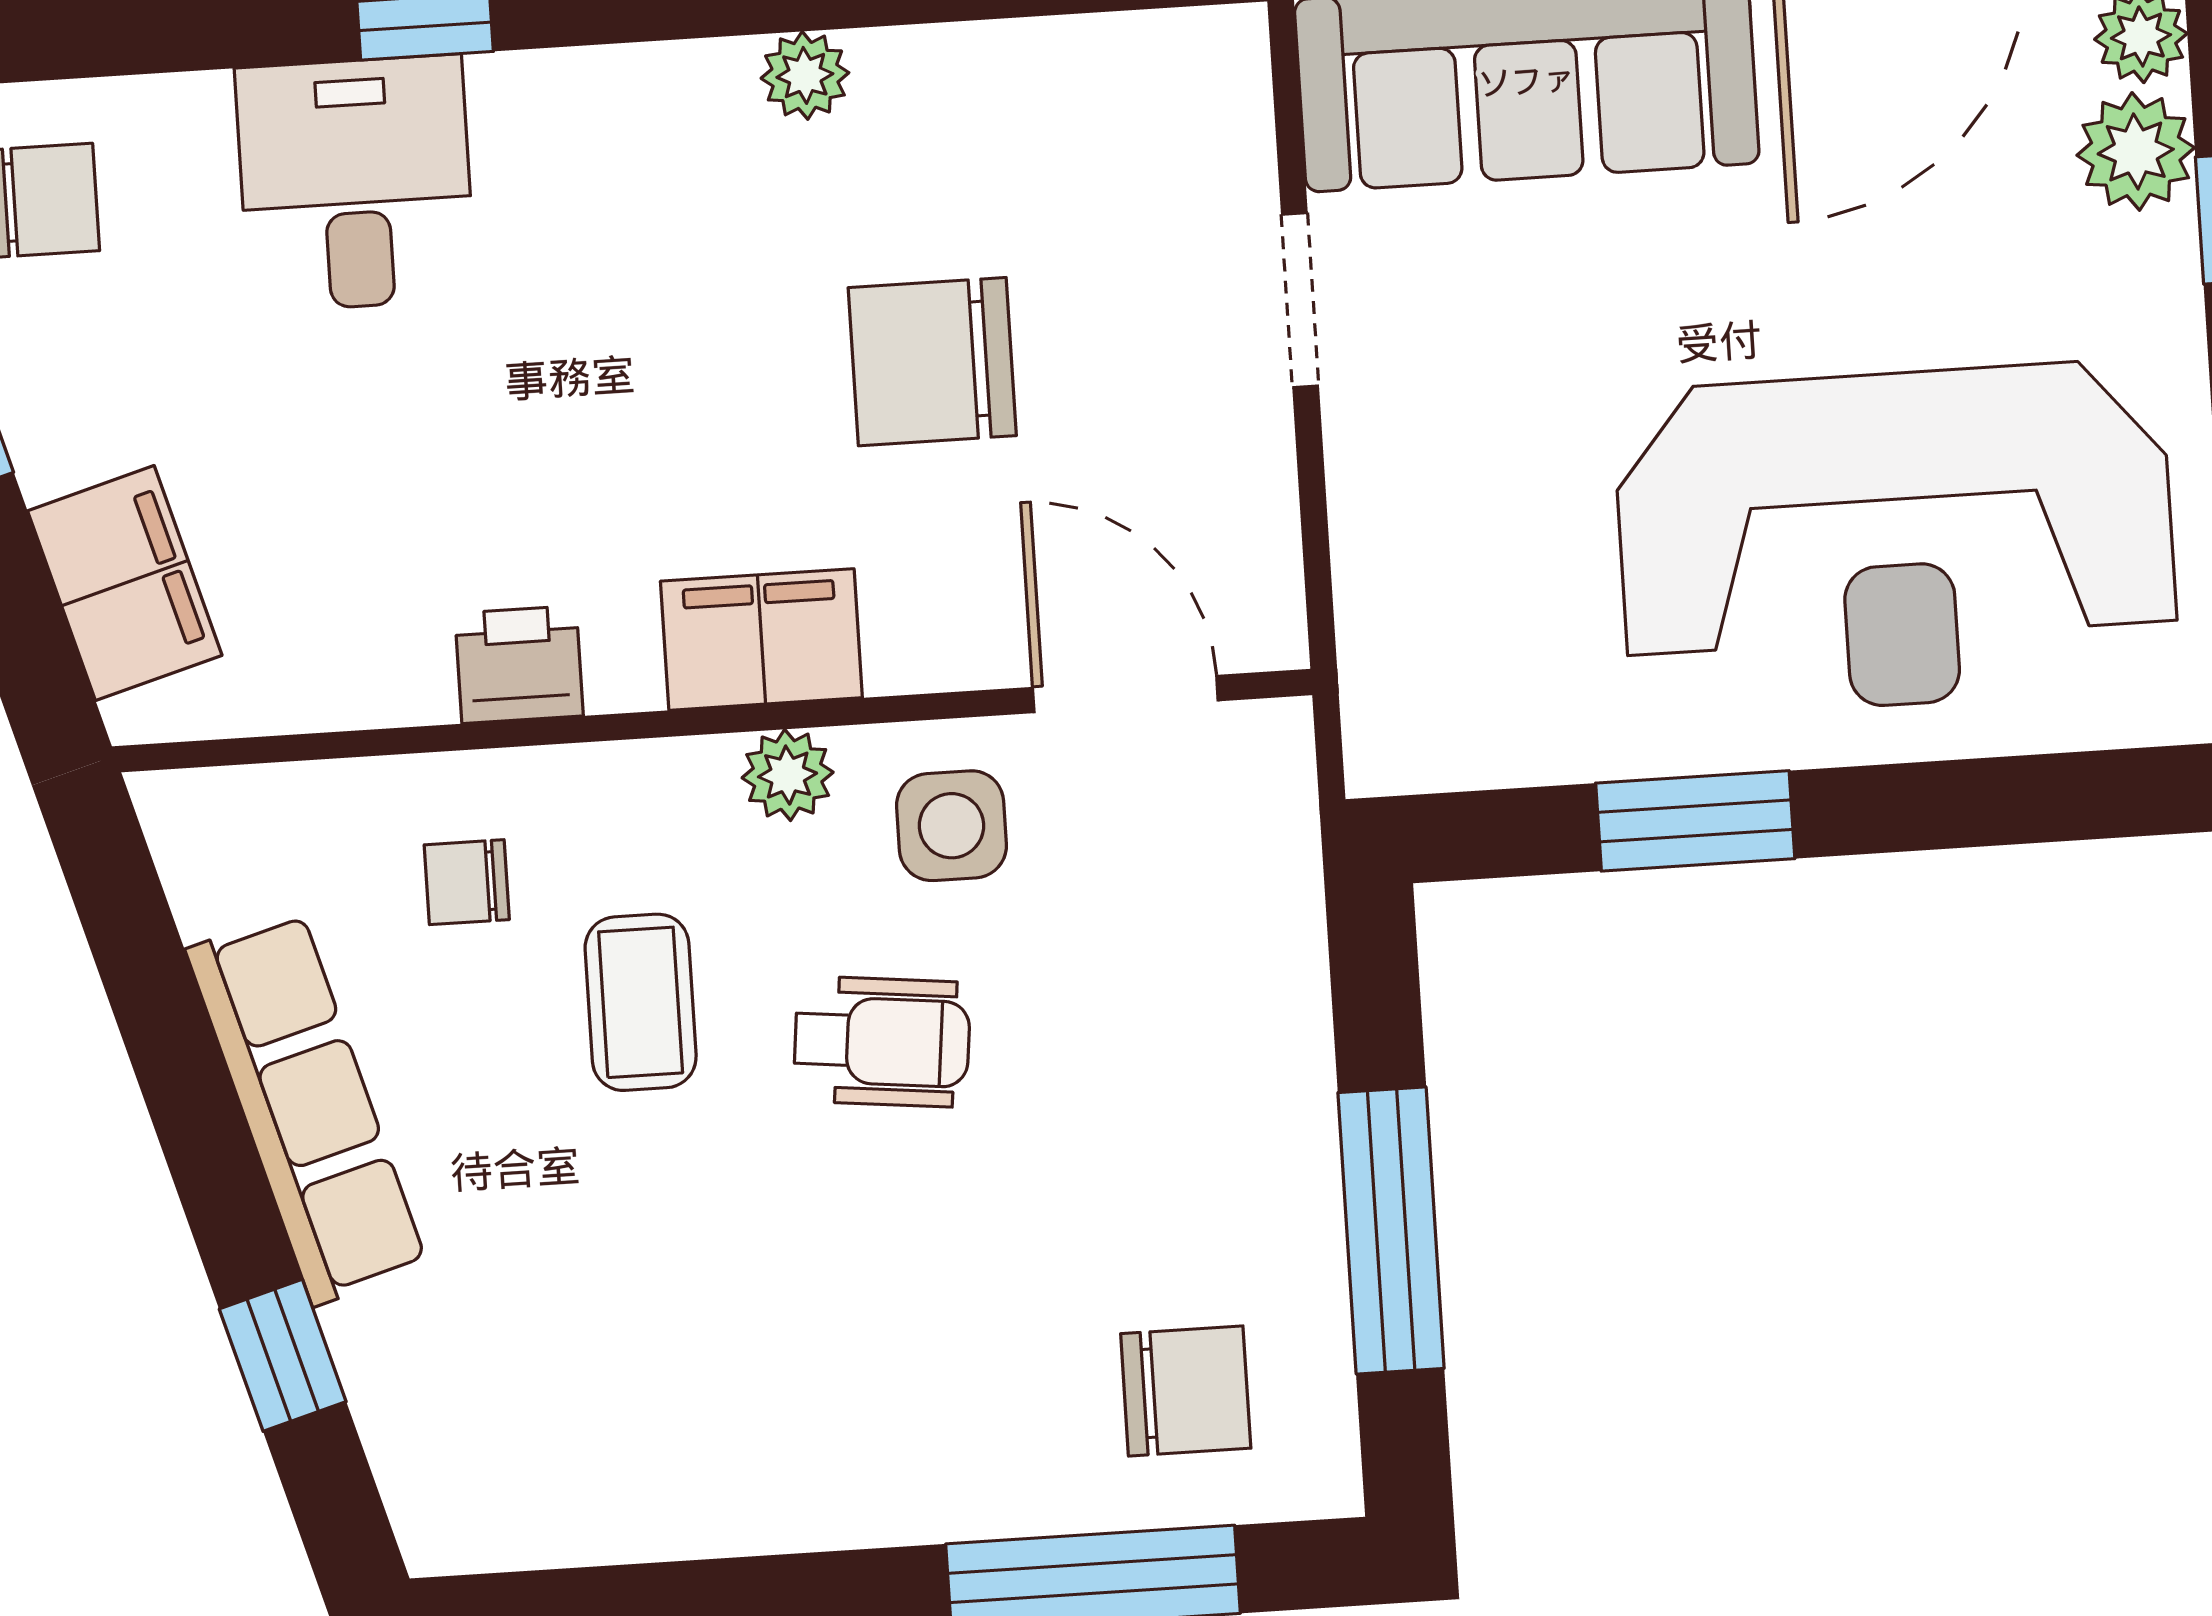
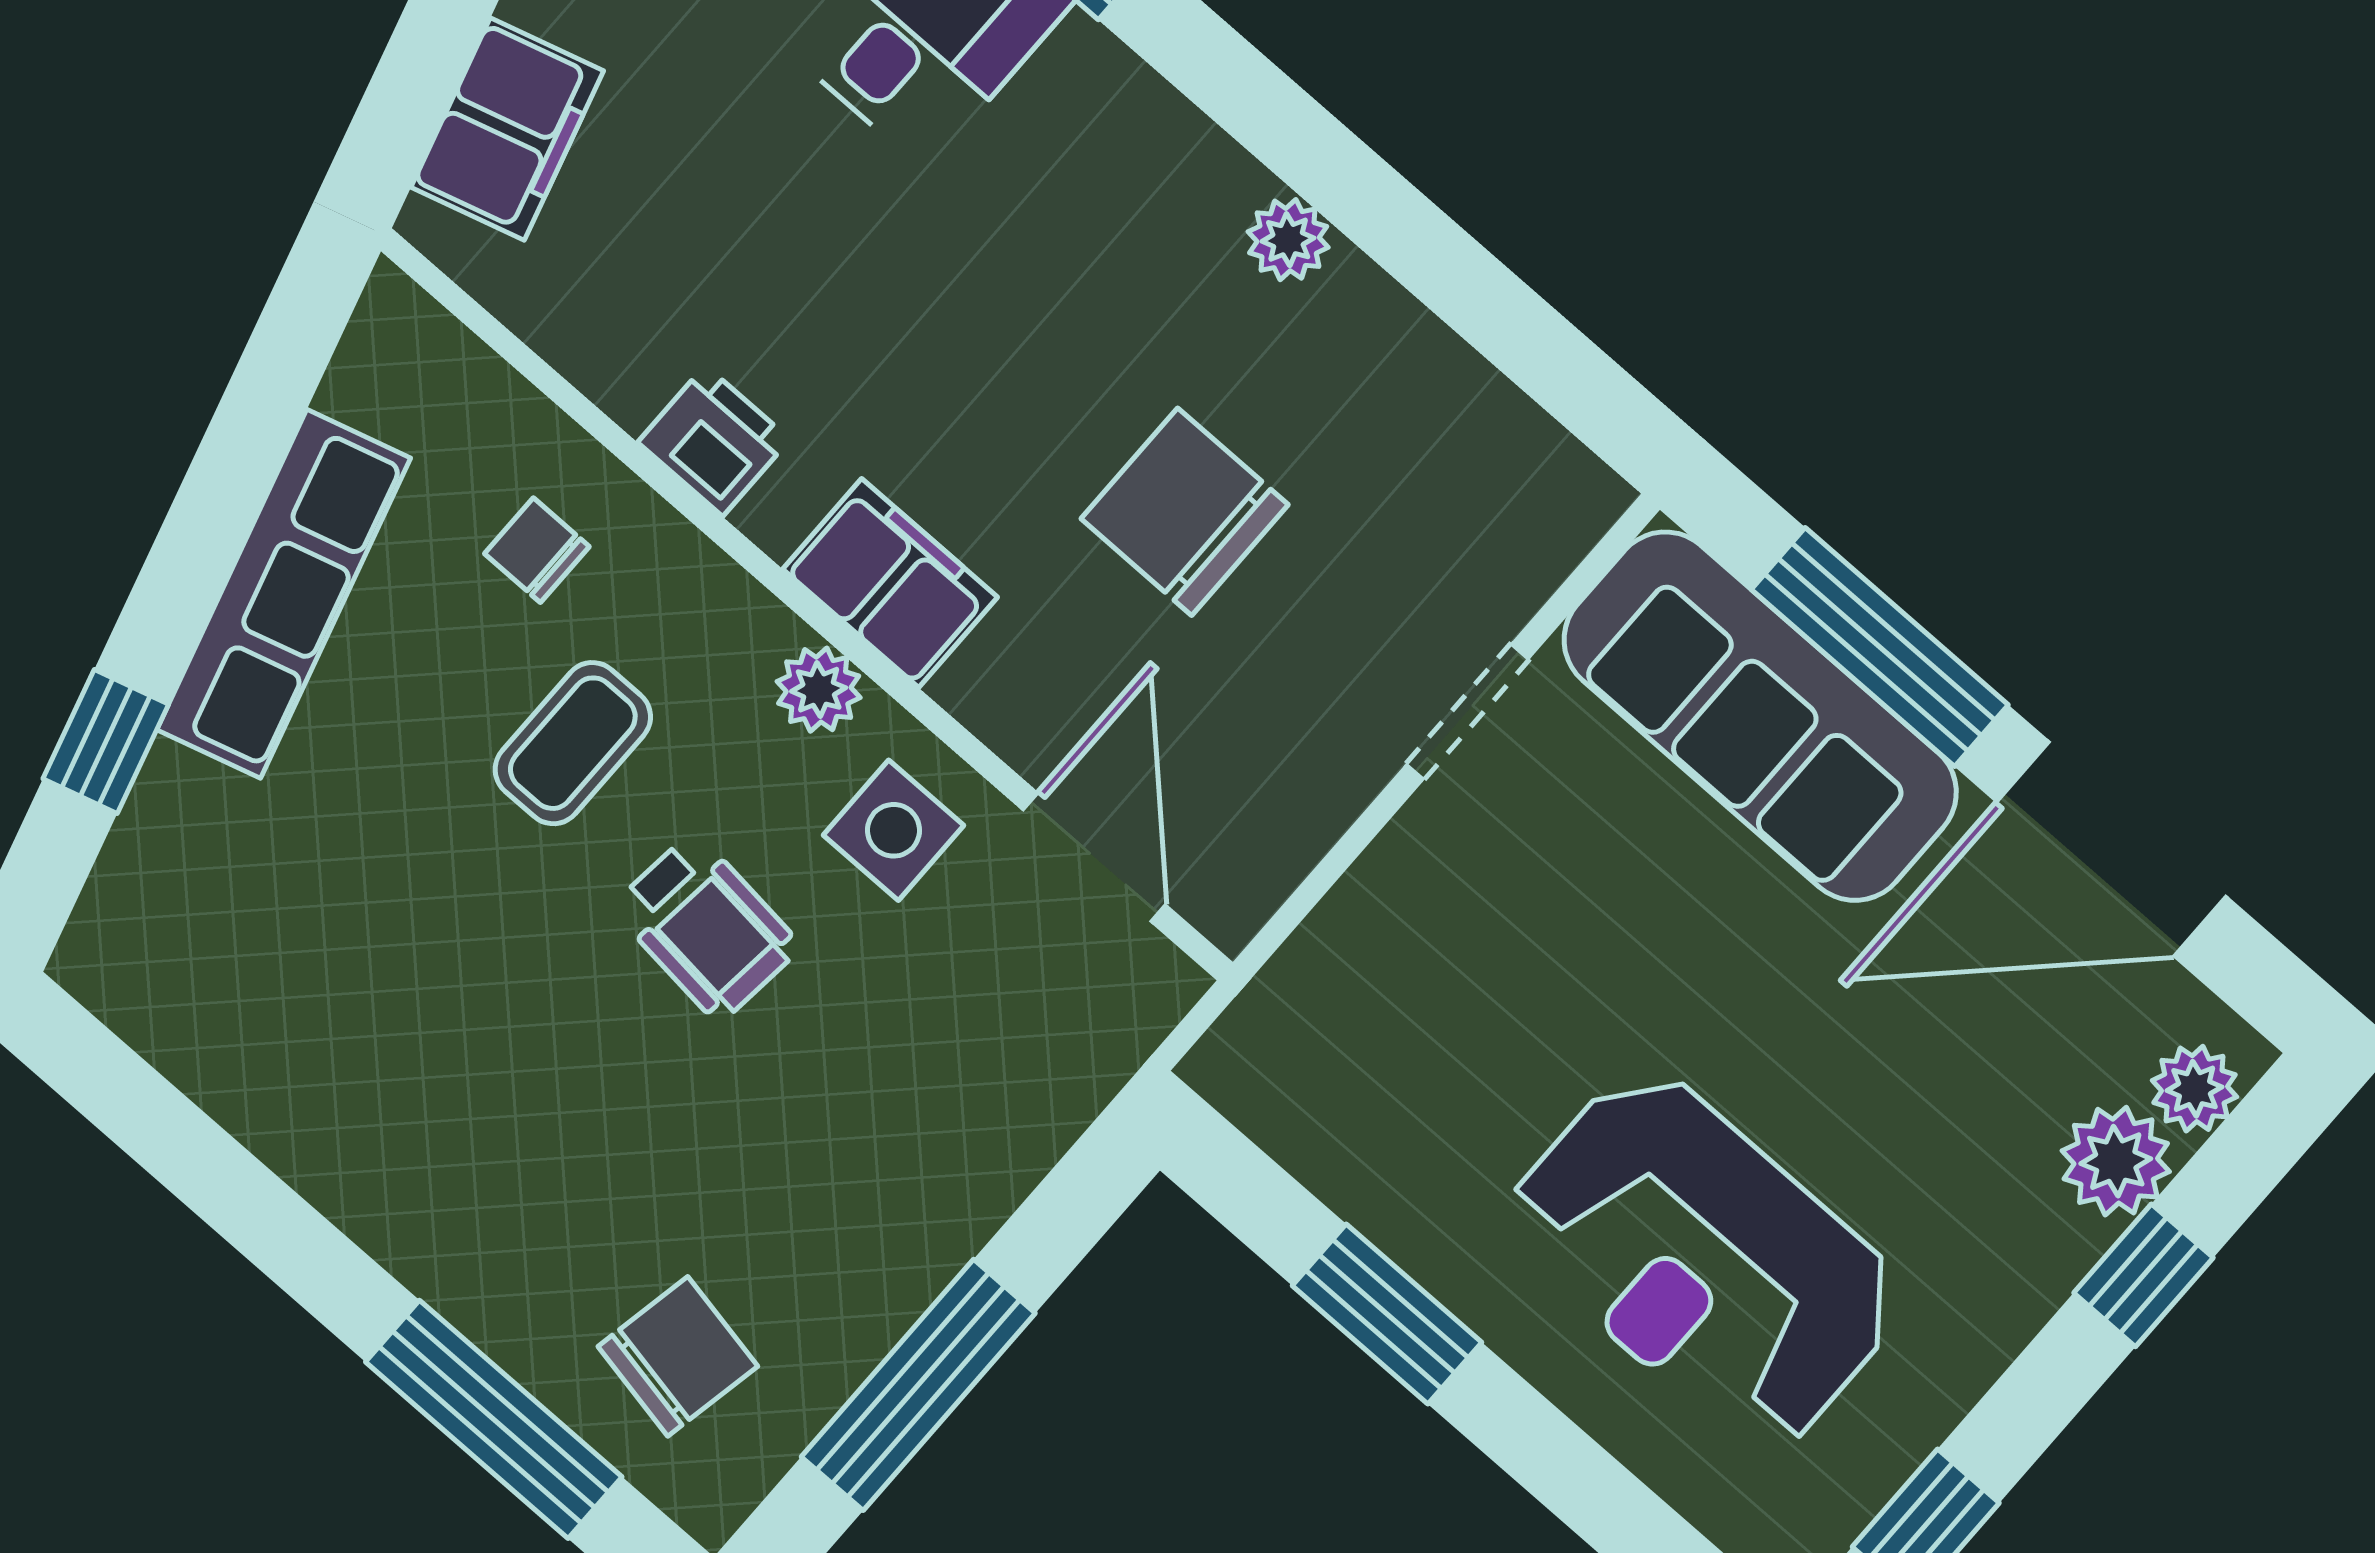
reception desk: (1896, 539) -> (1704, 1260), width x0.74, depth x0.77
chair: (1186, 1391) -> (678, 1356), turned -79

